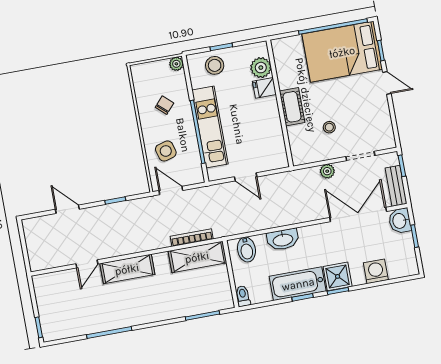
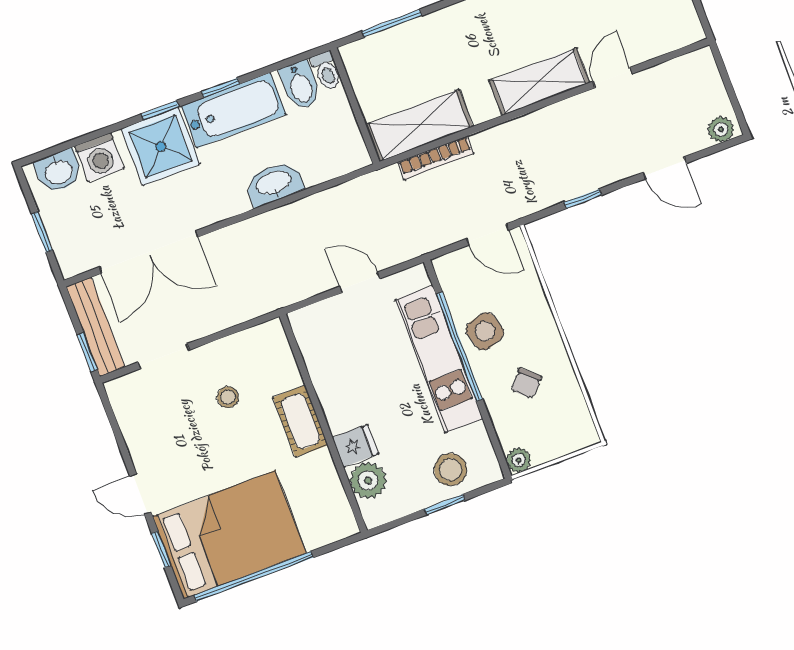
side table: (166, 151) -> (485, 331), moved
plant: (327, 171) -> (721, 129), moved
bench: (396, 186) -> (95, 327), width x1.36
washbasin: (400, 221) -> (58, 171), moved, turned 90
bidet: (246, 250) -> (300, 85), moved, turned 180
shower: (338, 276) -> (160, 146), width x1.36, depth x1.36

